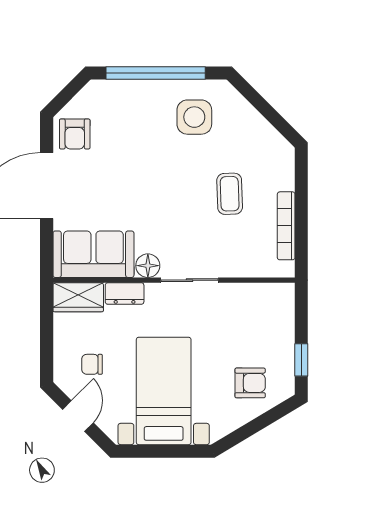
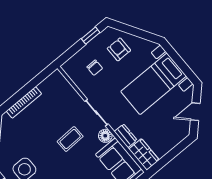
coffee table: (230, 194) -> (70, 139), moved
bookcase: (286, 226) -> (24, 102), moved
chair: (92, 364) -> (95, 68), moved

